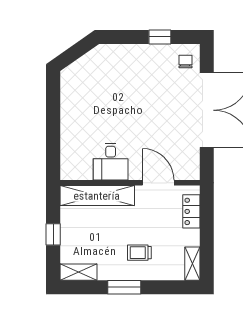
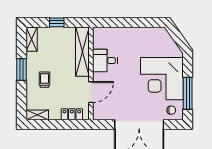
window: (160, 37) -> (188, 93), width x2.17
corner desk: (138, 76) -> (162, 79), added

